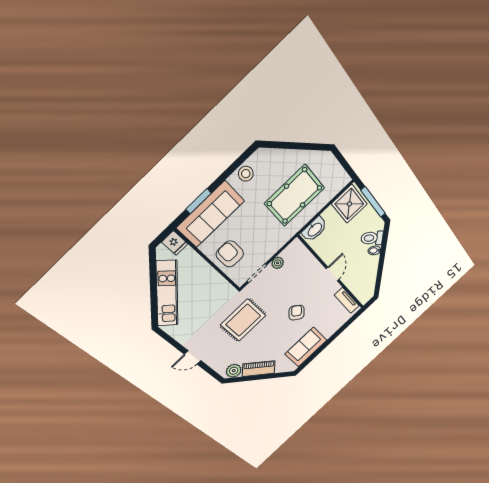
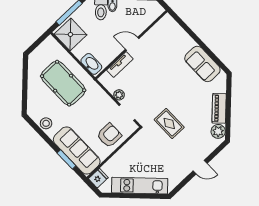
armchair: (230, 254) -> (109, 135), turned 180
tv unit: (347, 300) -> (120, 64), moved
armchair: (297, 313) -> (166, 75), removed
rug: (243, 320) -> (169, 123), width x0.73, depth x0.70
door: (193, 357) -> (200, 167), hinge flipped

